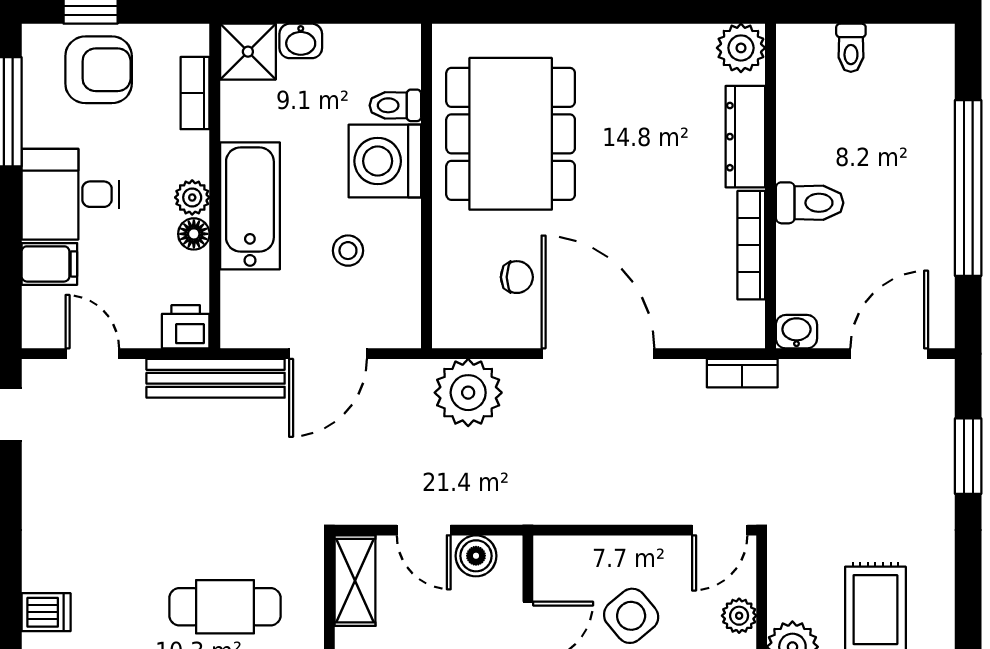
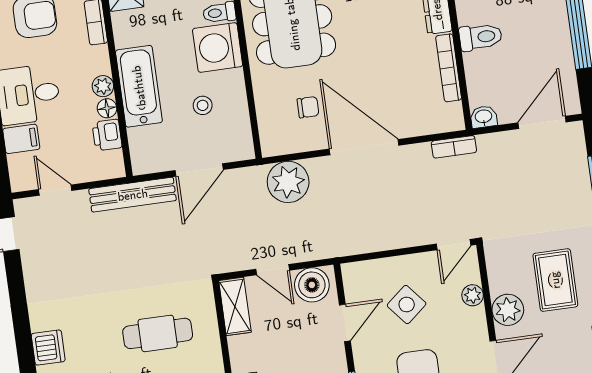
printer: (186, 327) -> (107, 135), moved, turned -90
boiler: (476, 556) -> (312, 285), width x1.36, depth x1.36
dishwasher: (46, 612) -> (48, 348), width x1.38

